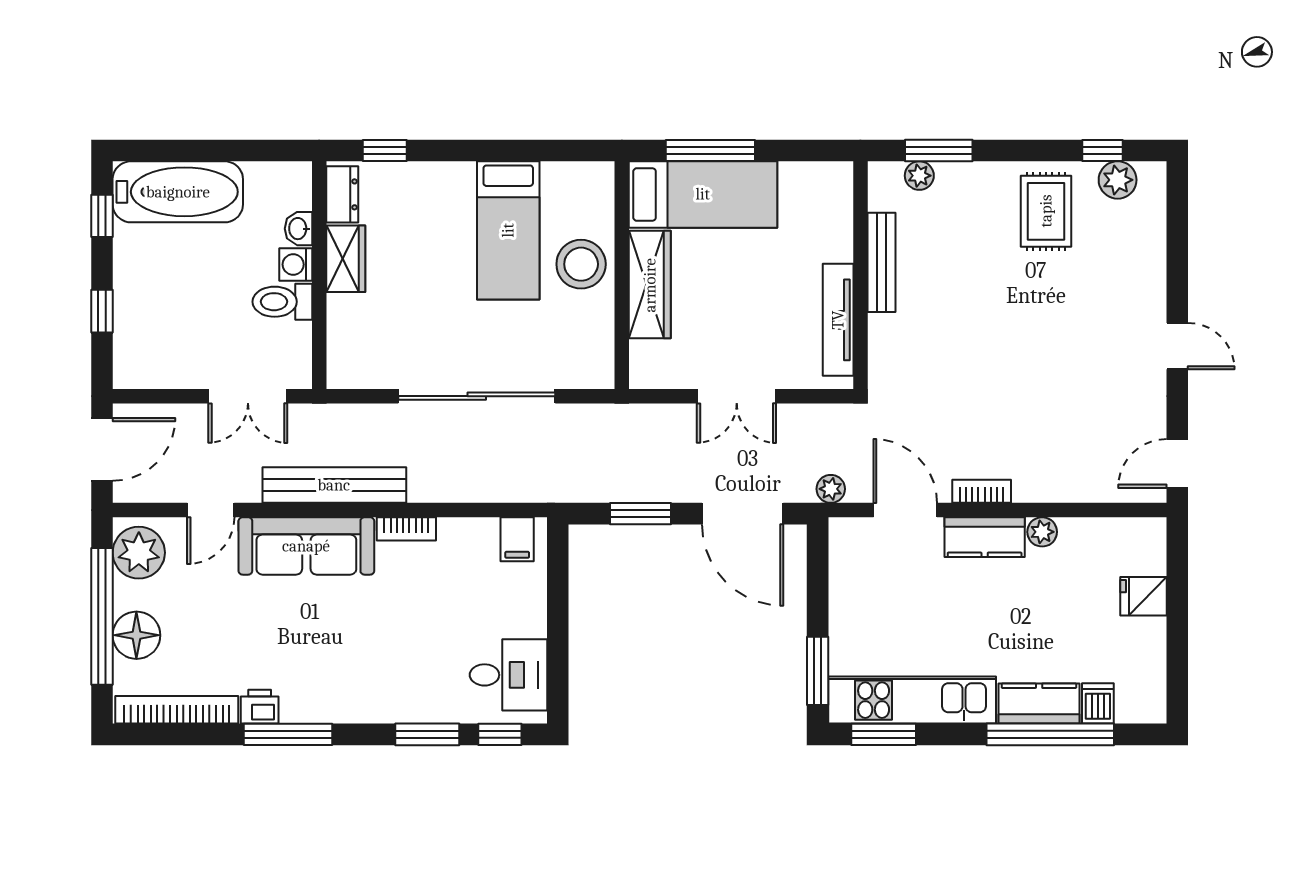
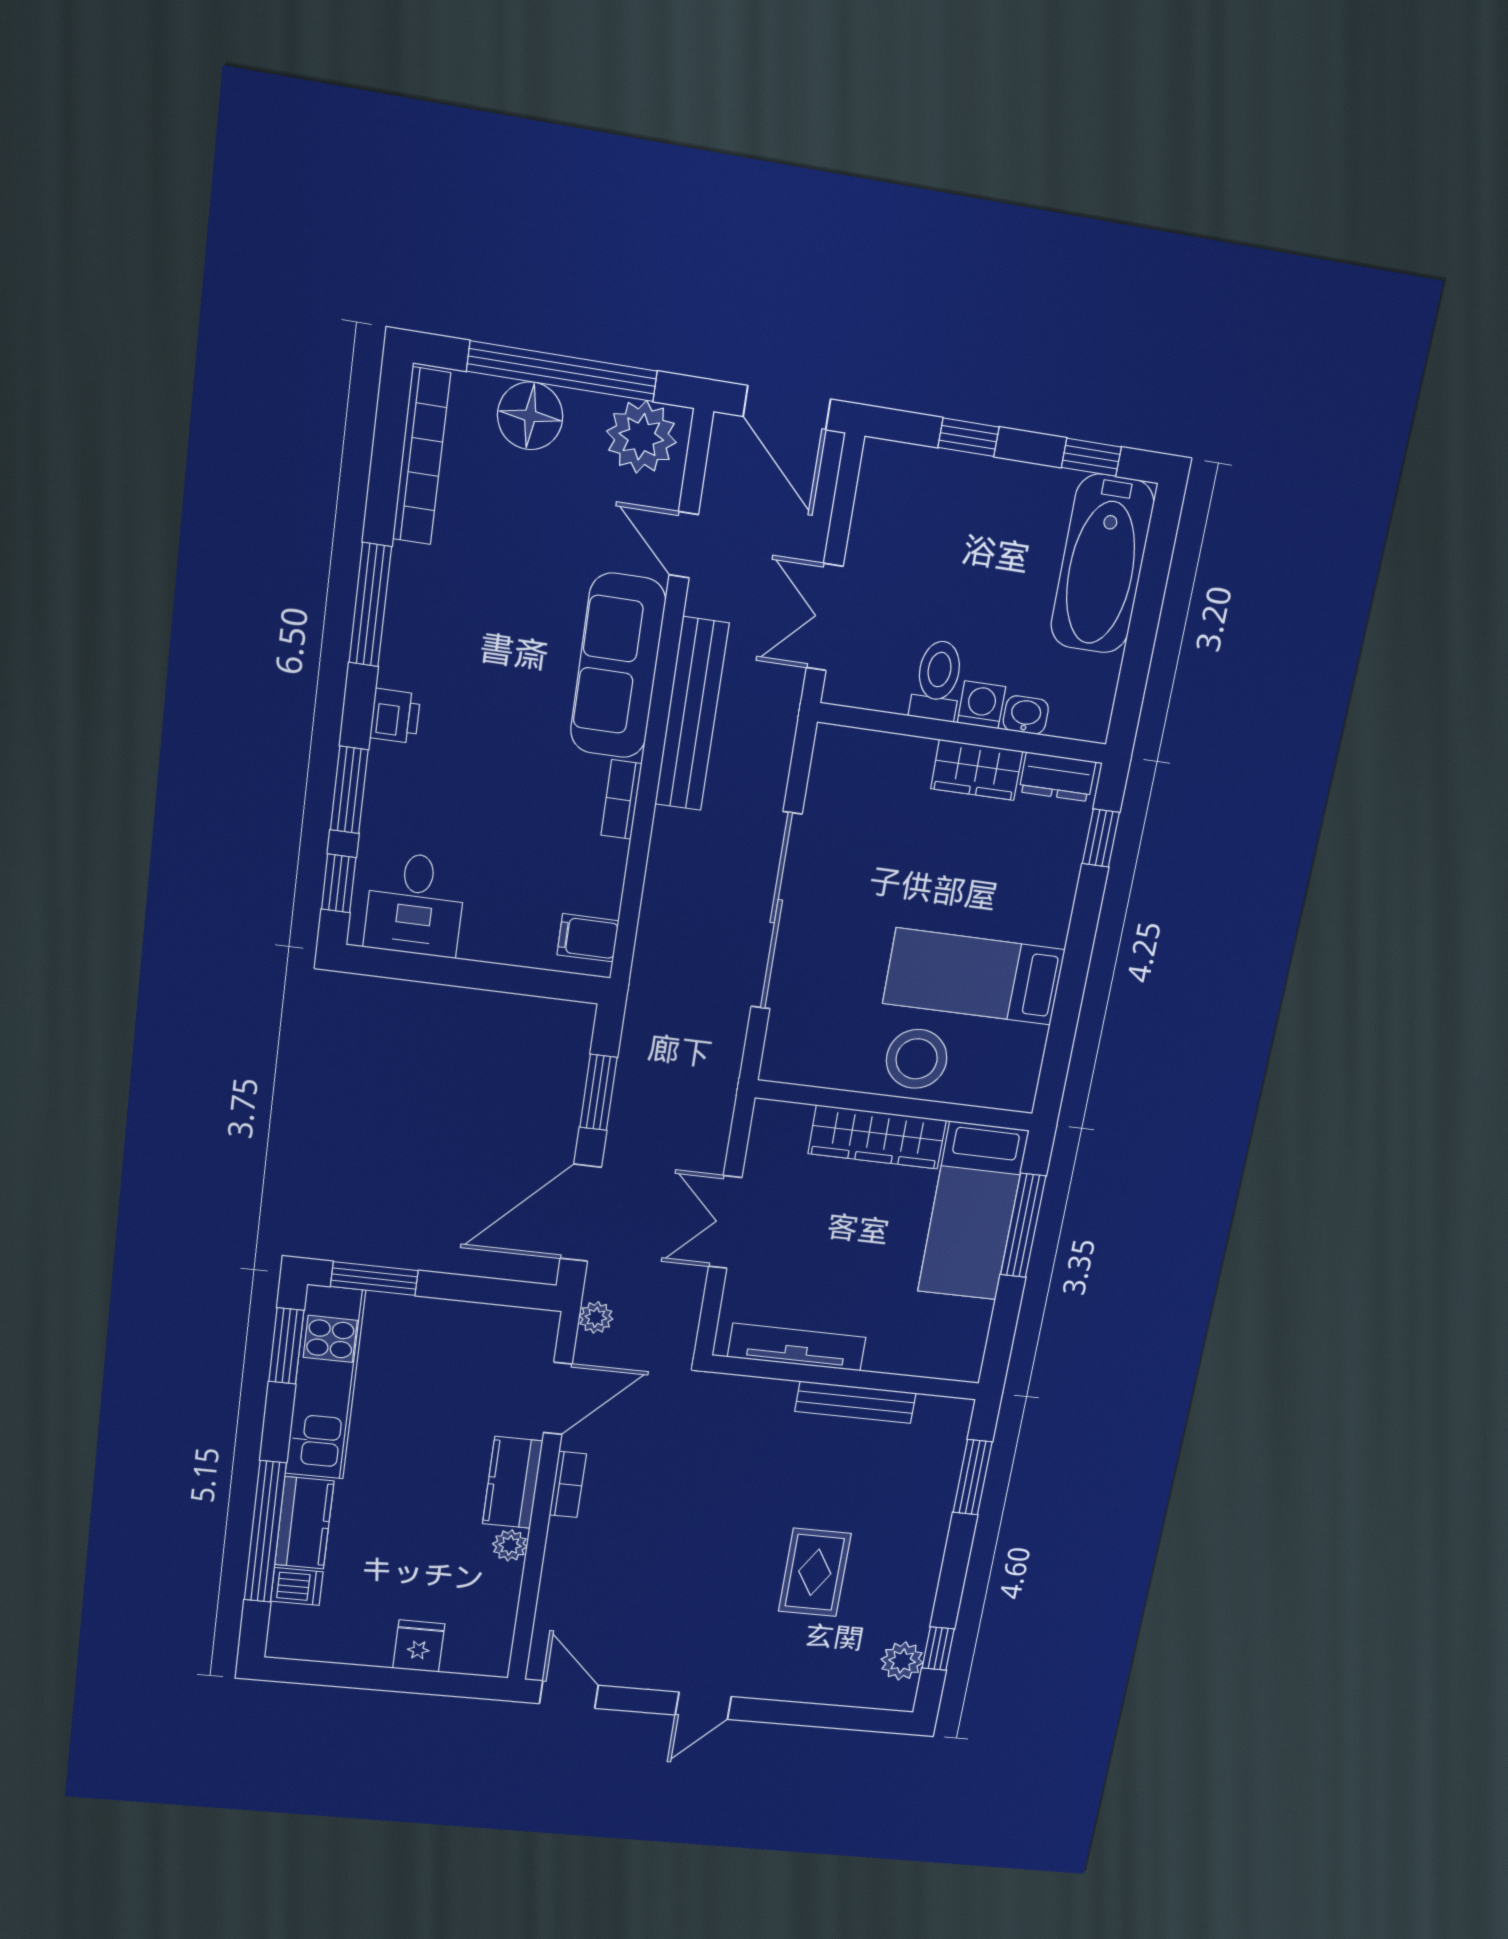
plant: (919, 176) -> (948, 1453), removed
rug: (1046, 211) -> (815, 1572), moved, turned 90
printer: (260, 707) -> (395, 716), moved

